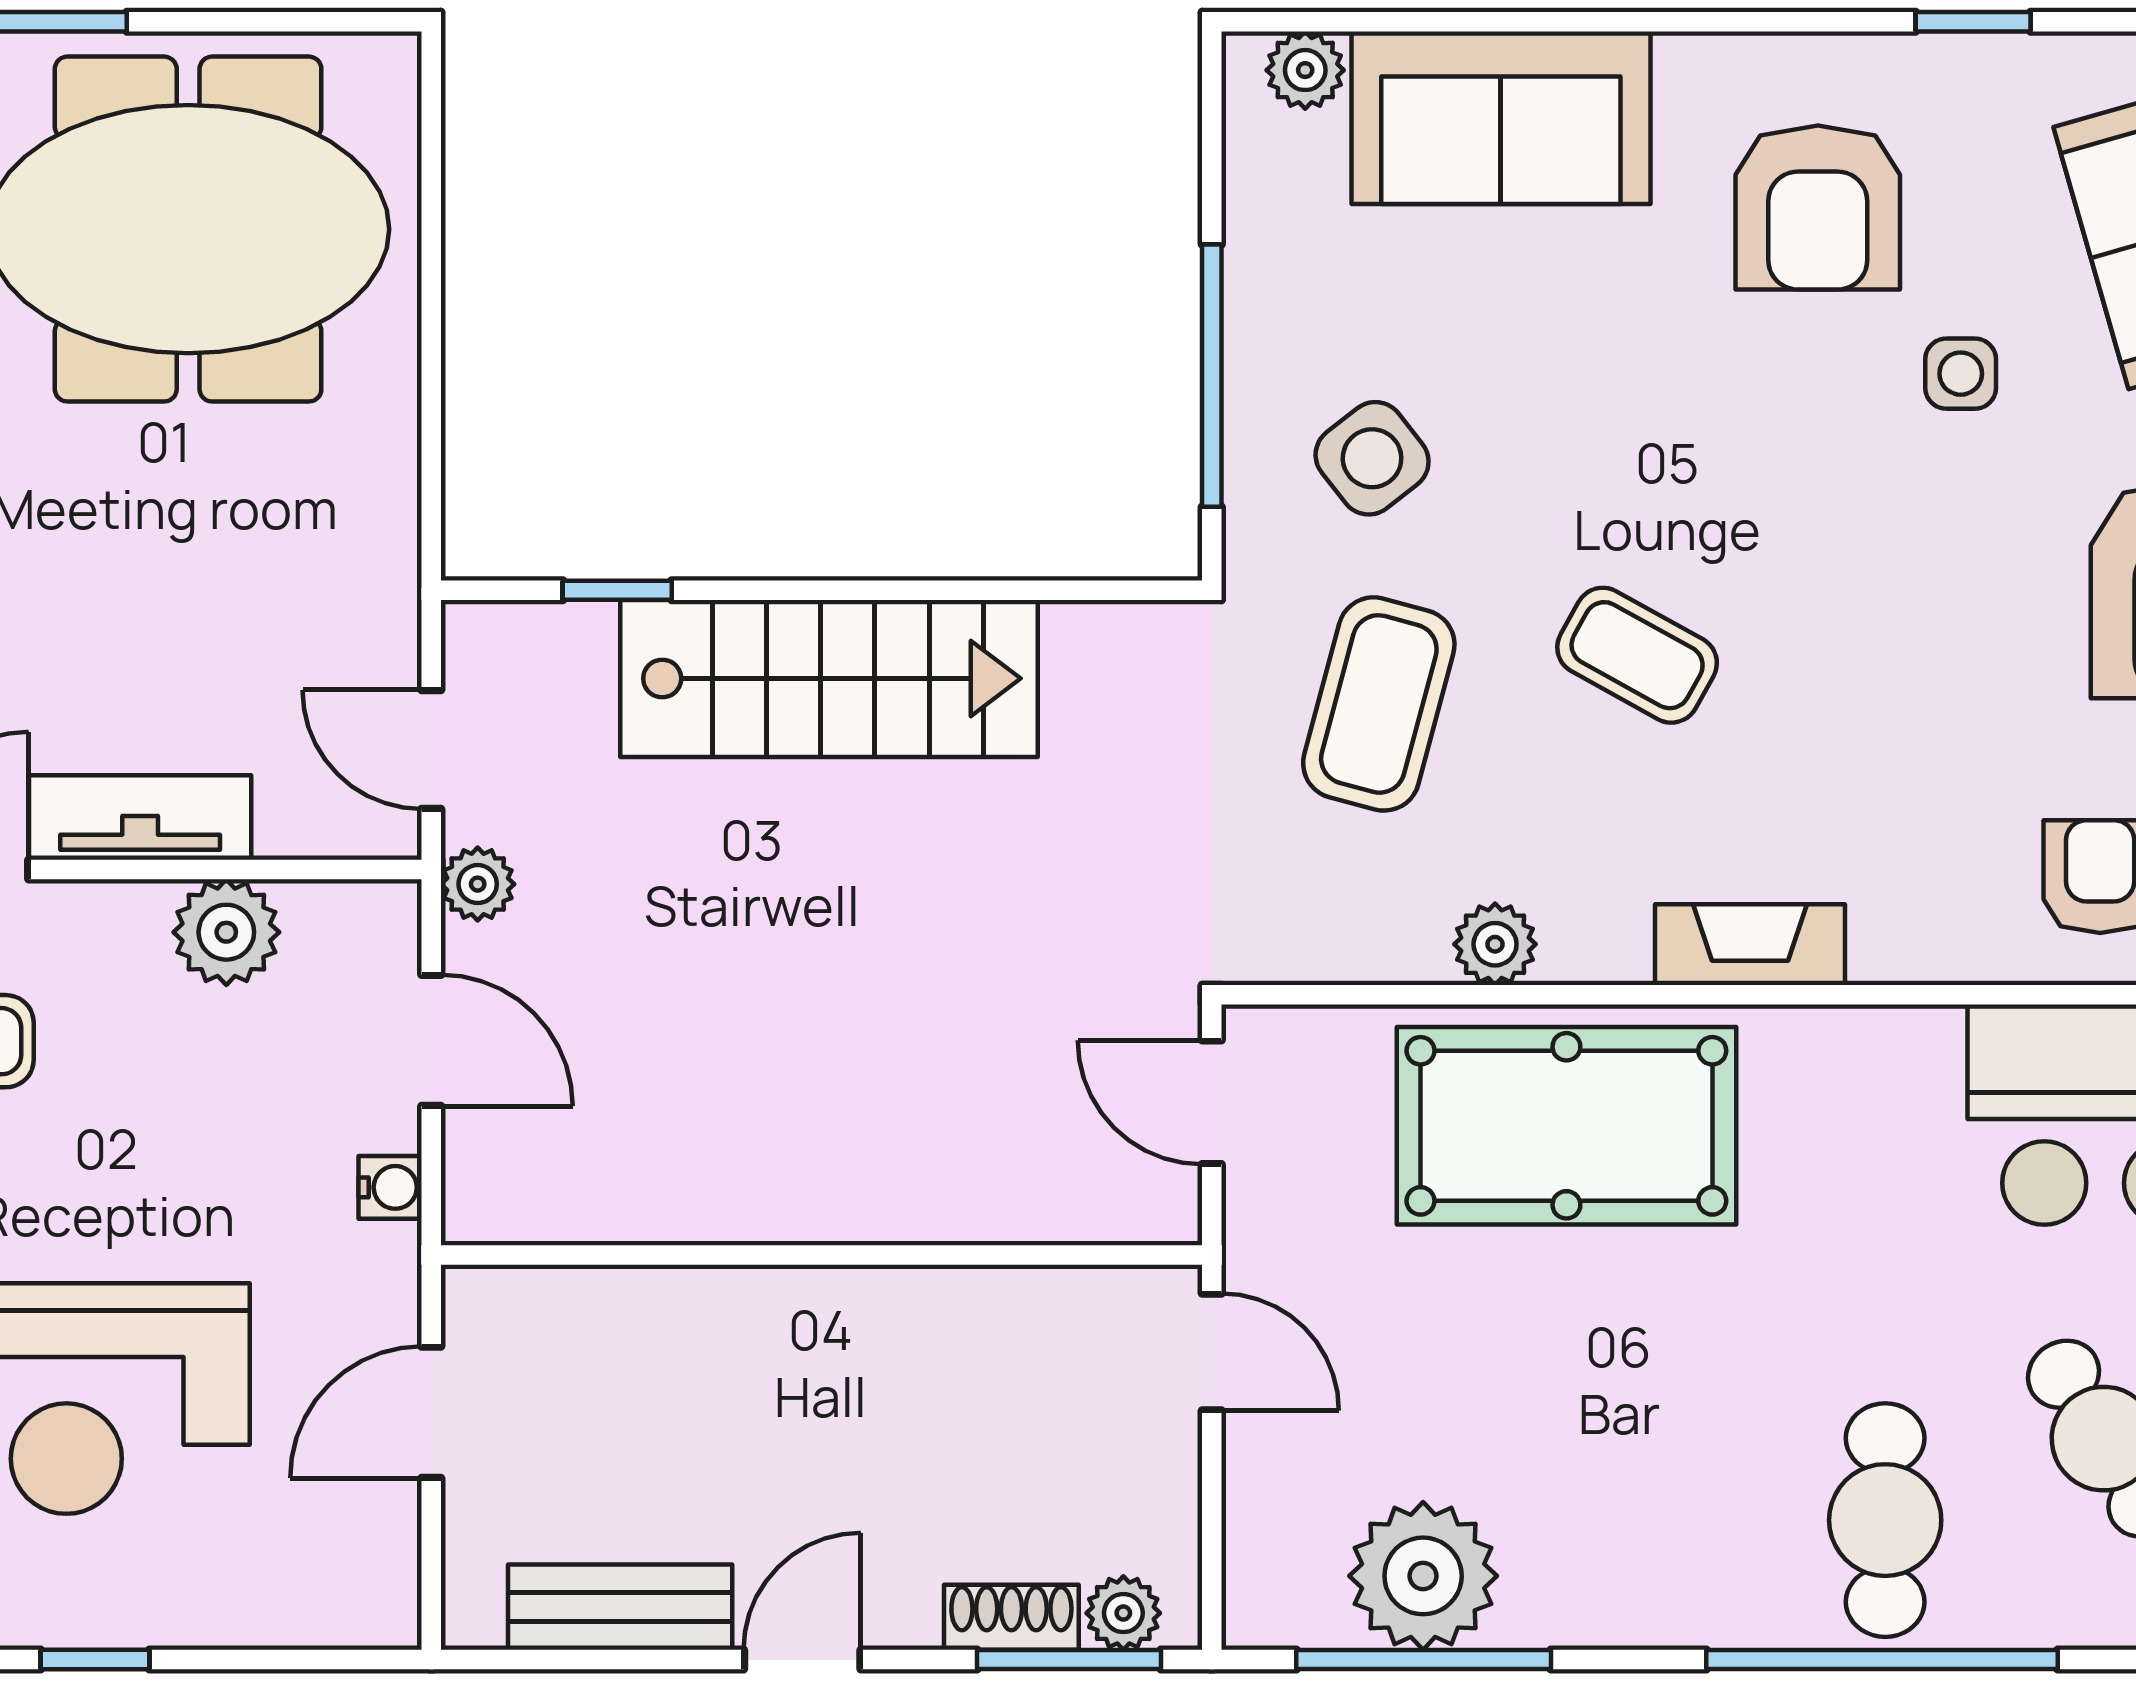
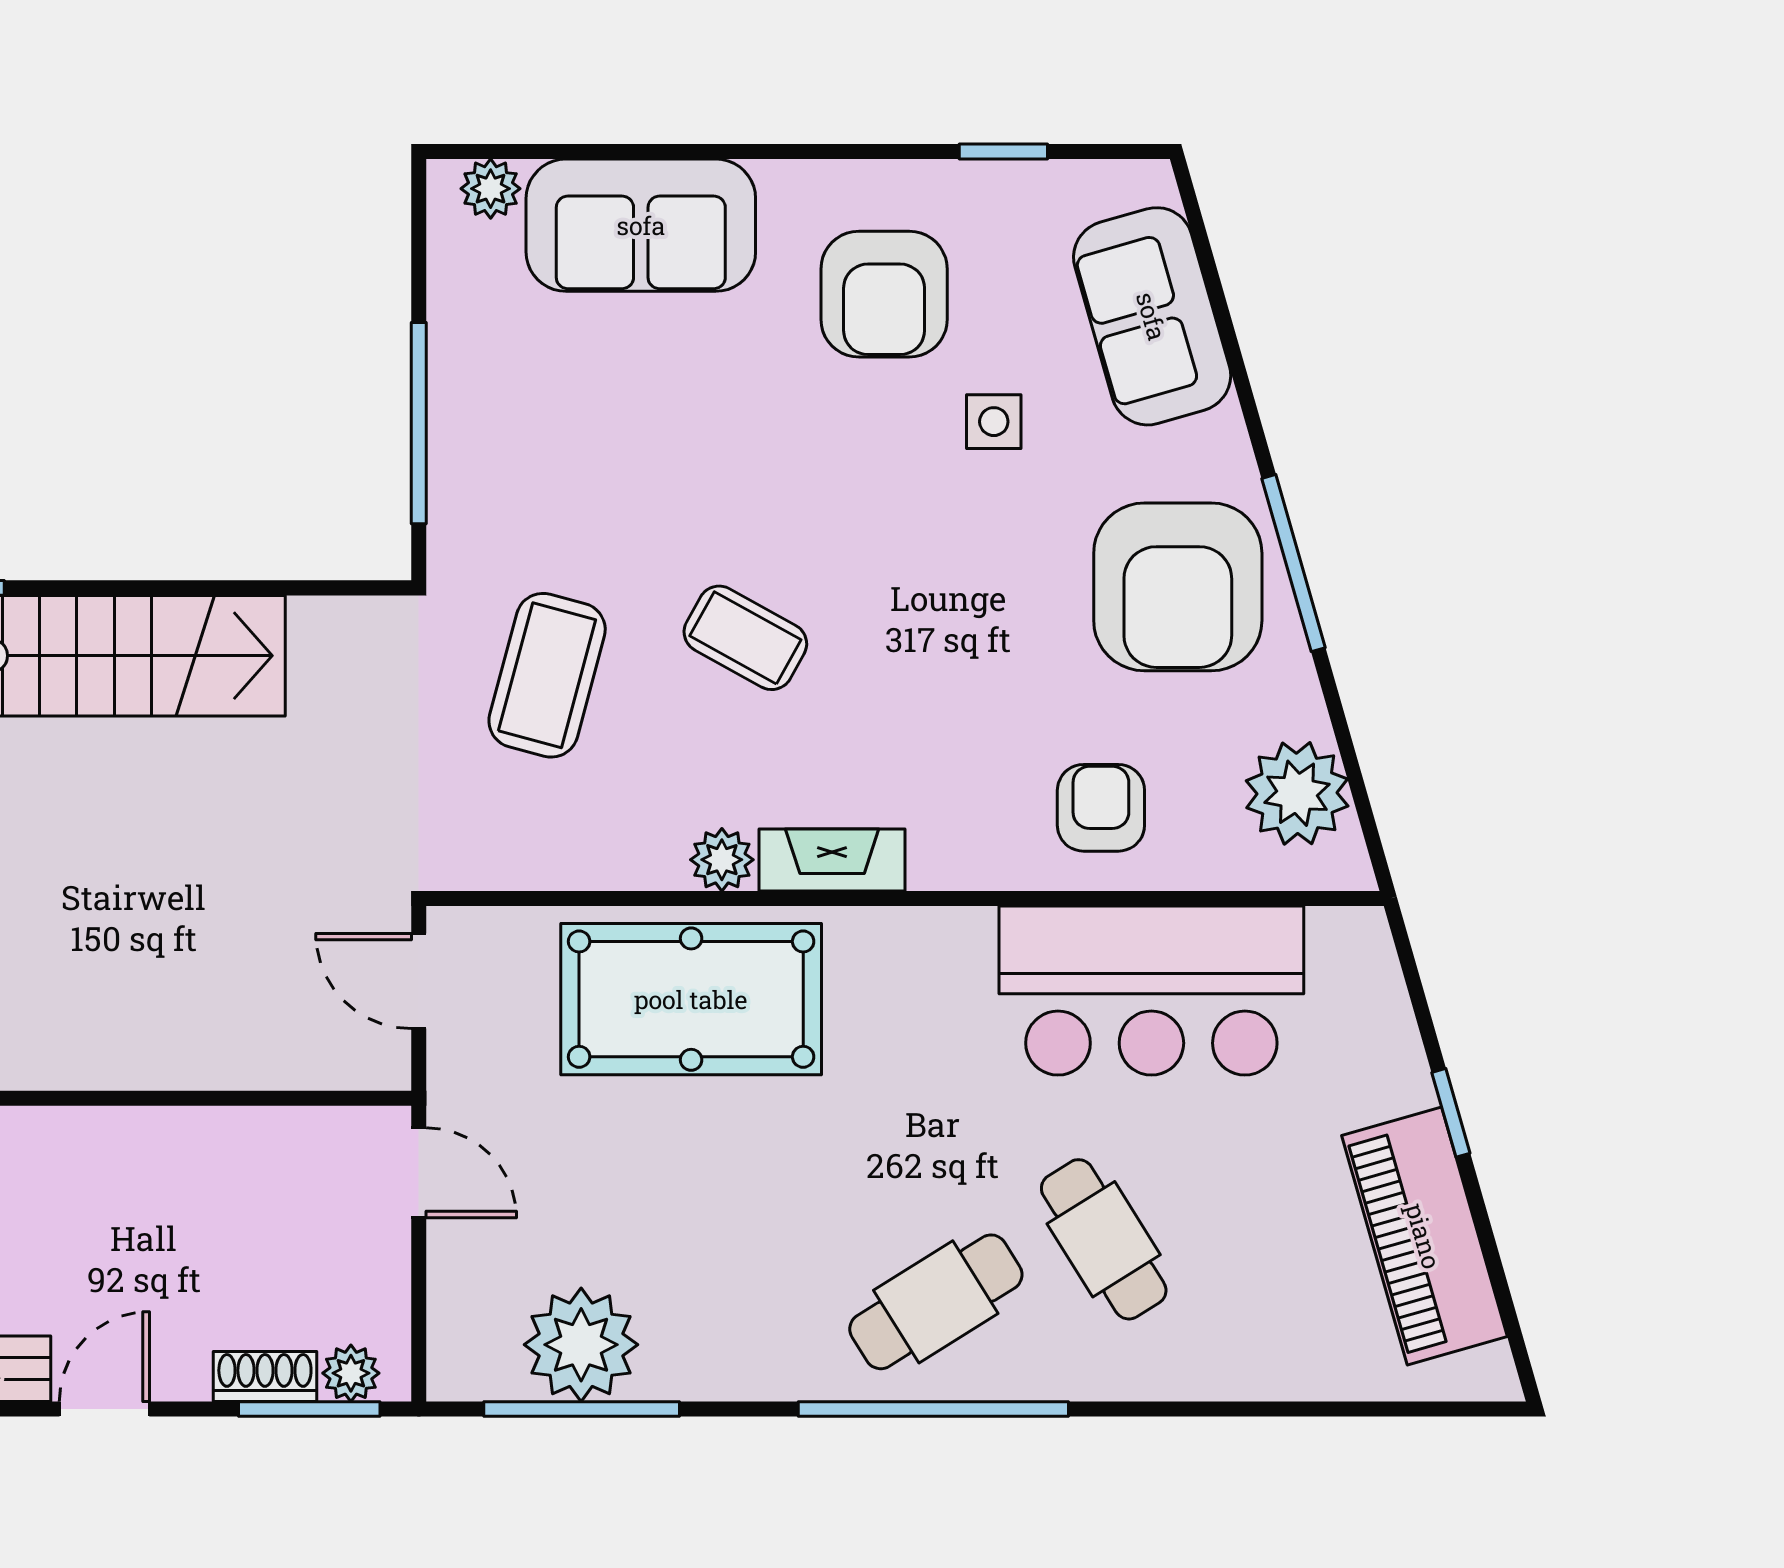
side table: (1372, 458) -> (542, 487), removed
plant: (1495, 944) -> (722, 860), moved
cafe table: (1885, 1520) -> (936, 1302), turned 58

